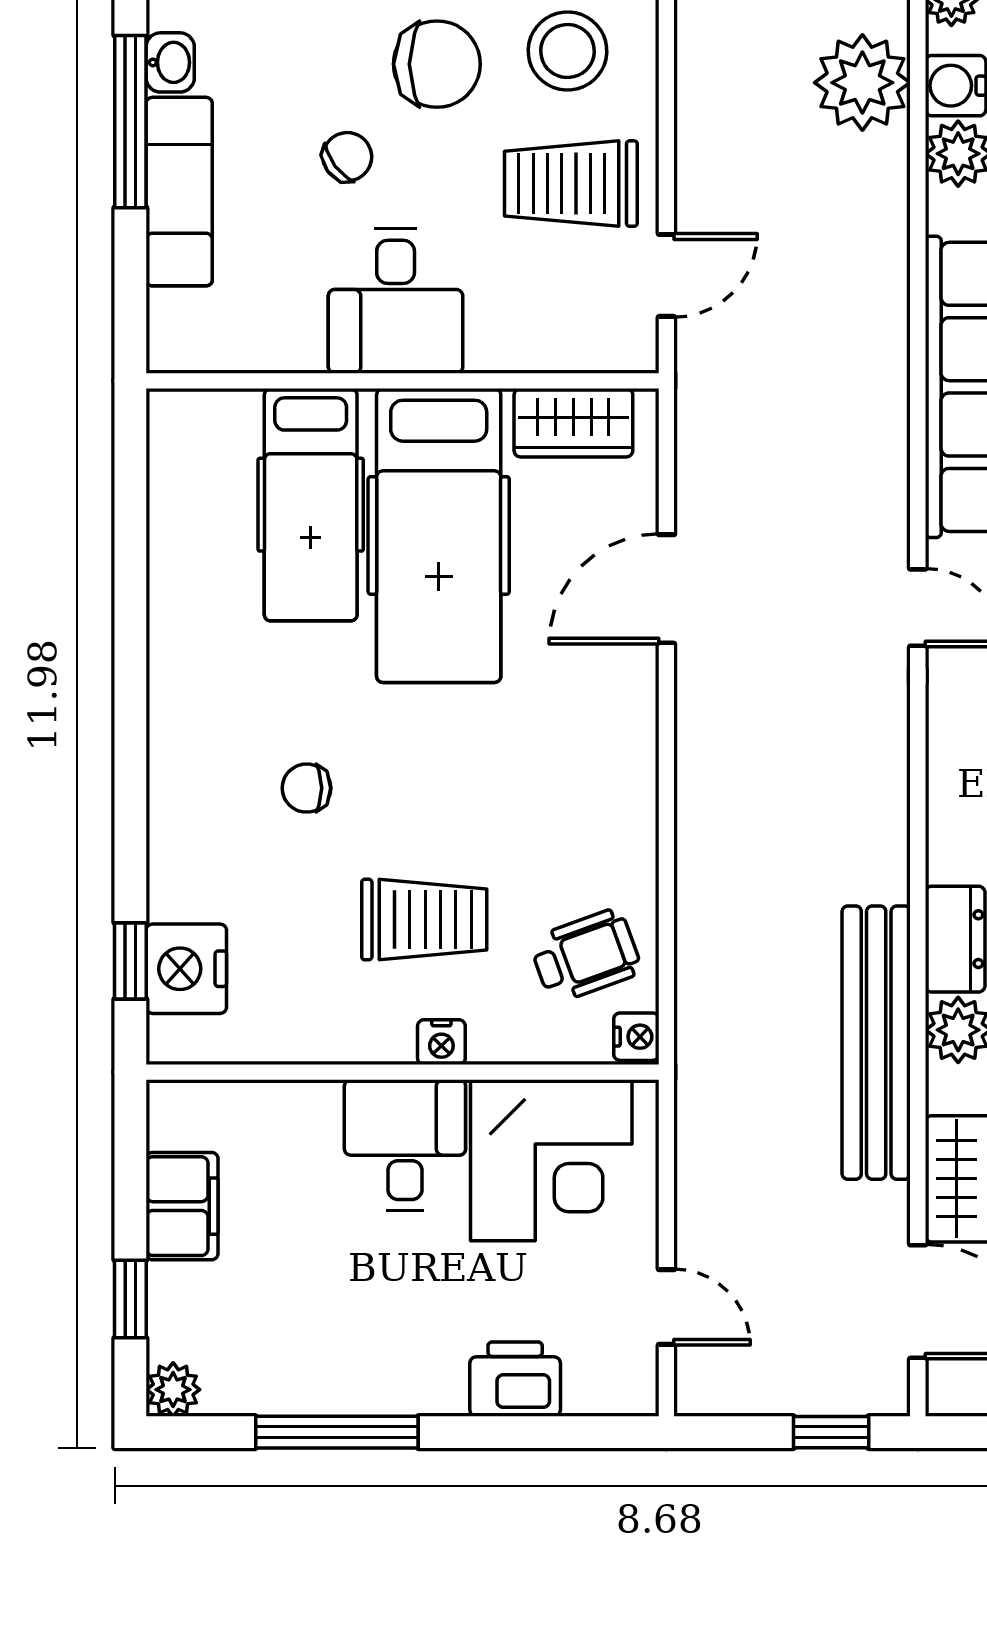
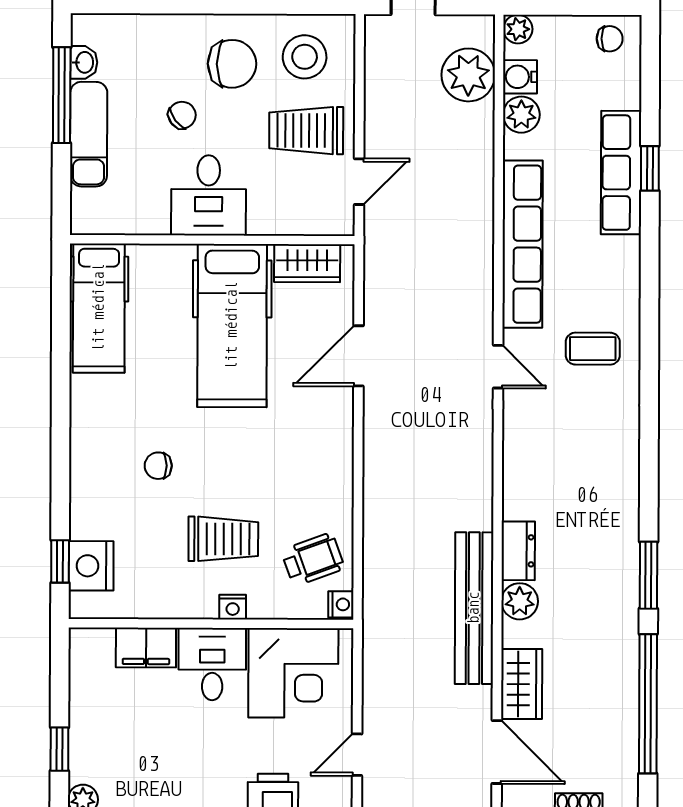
hospital bed: (311, 505) -> (99, 308), moved
filing cabinet: (182, 1206) -> (146, 648), moved, turned 90
door: (666, 1307) -> (357, 755), swing flipped

